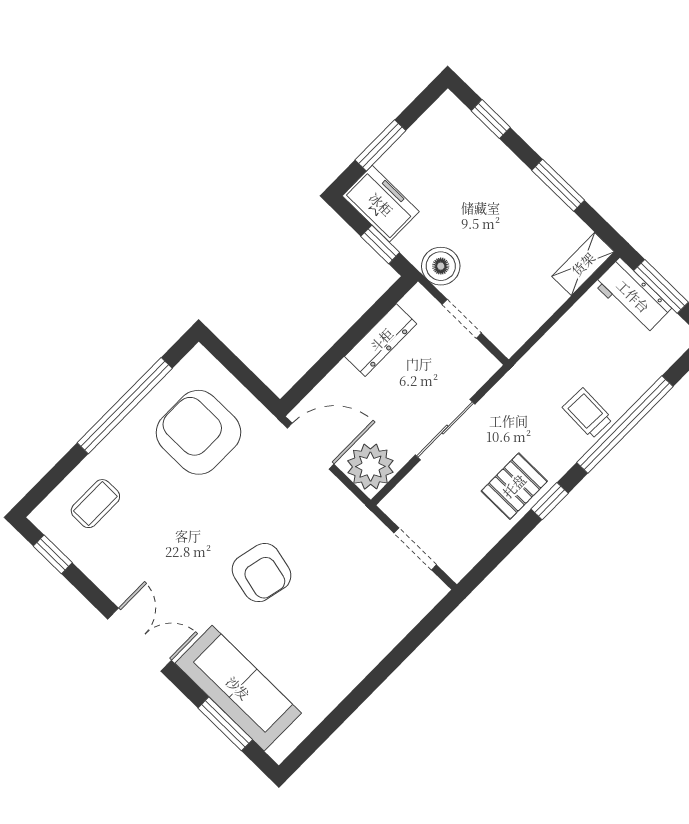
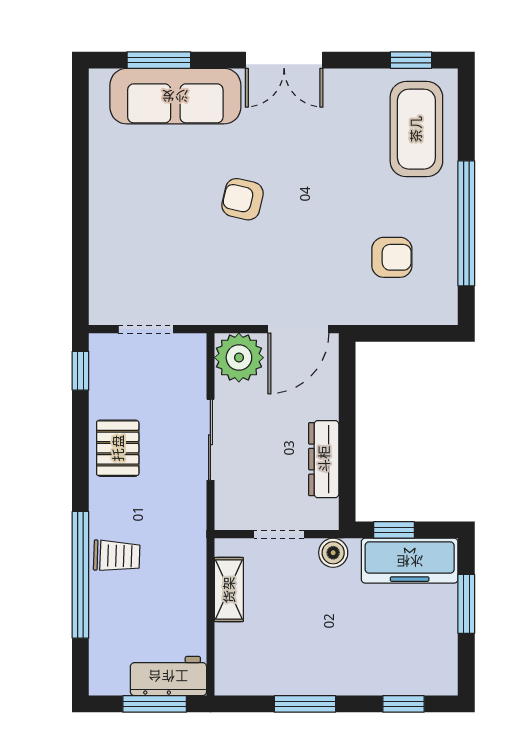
freezer: (381, 204) -> (410, 561), width x1.40
shelving: (583, 264) -> (229, 590), moved
boiler: (441, 266) -> (333, 553), width x0.73, depth x0.73
armchair: (198, 432) -> (392, 257), width x0.53, depth x0.53
window: (550, 501) -> (80, 371), moved
coffee table: (95, 504) -> (416, 129), width x1.86, depth x1.72
armchair: (262, 573) -> (242, 199), width x0.72, depth x0.72

